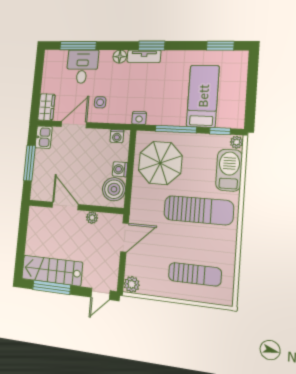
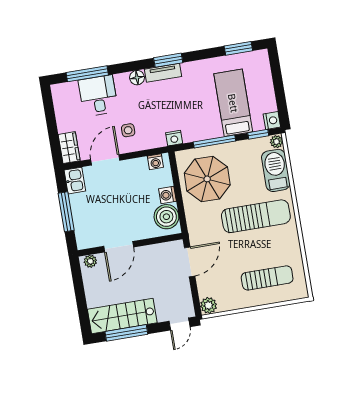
nightstand: (237, 121) -> (272, 121), added
door: (65, 206) -> (119, 247), swing flipped
plant: (92, 218) -> (90, 261), moved

